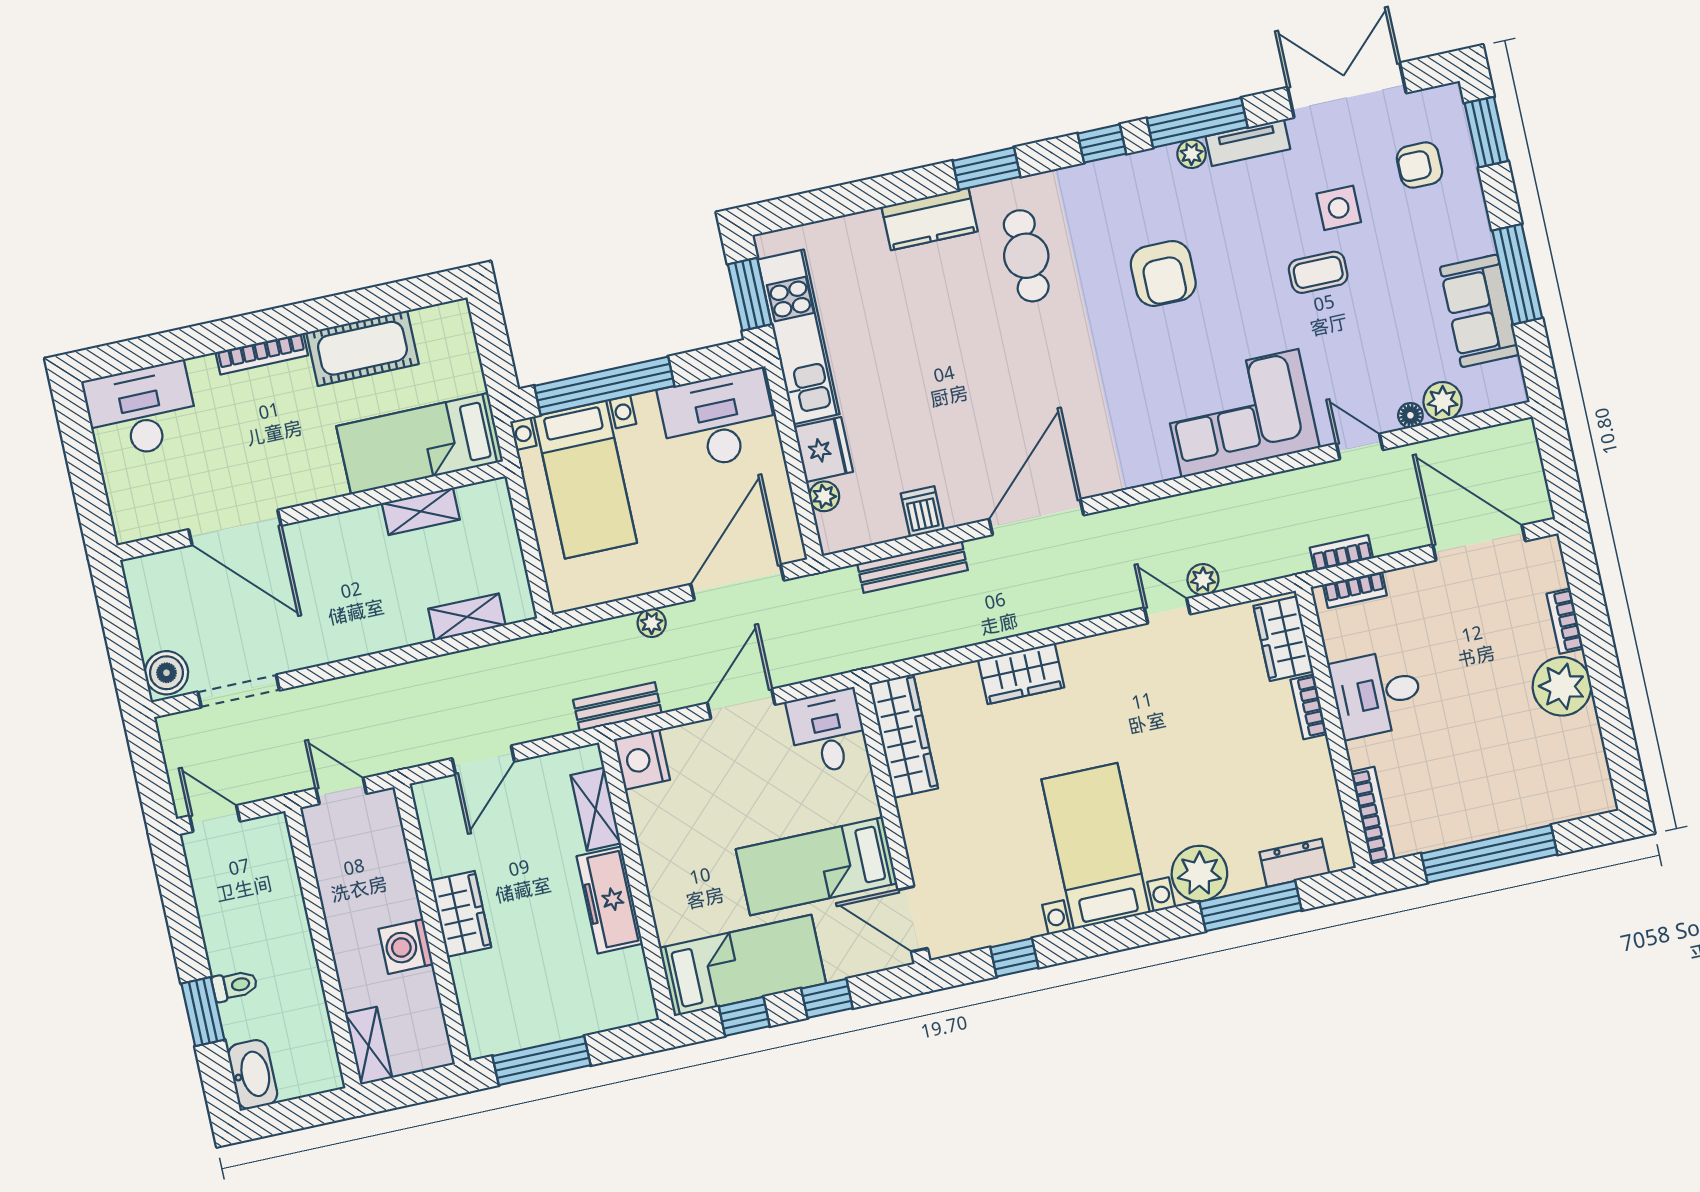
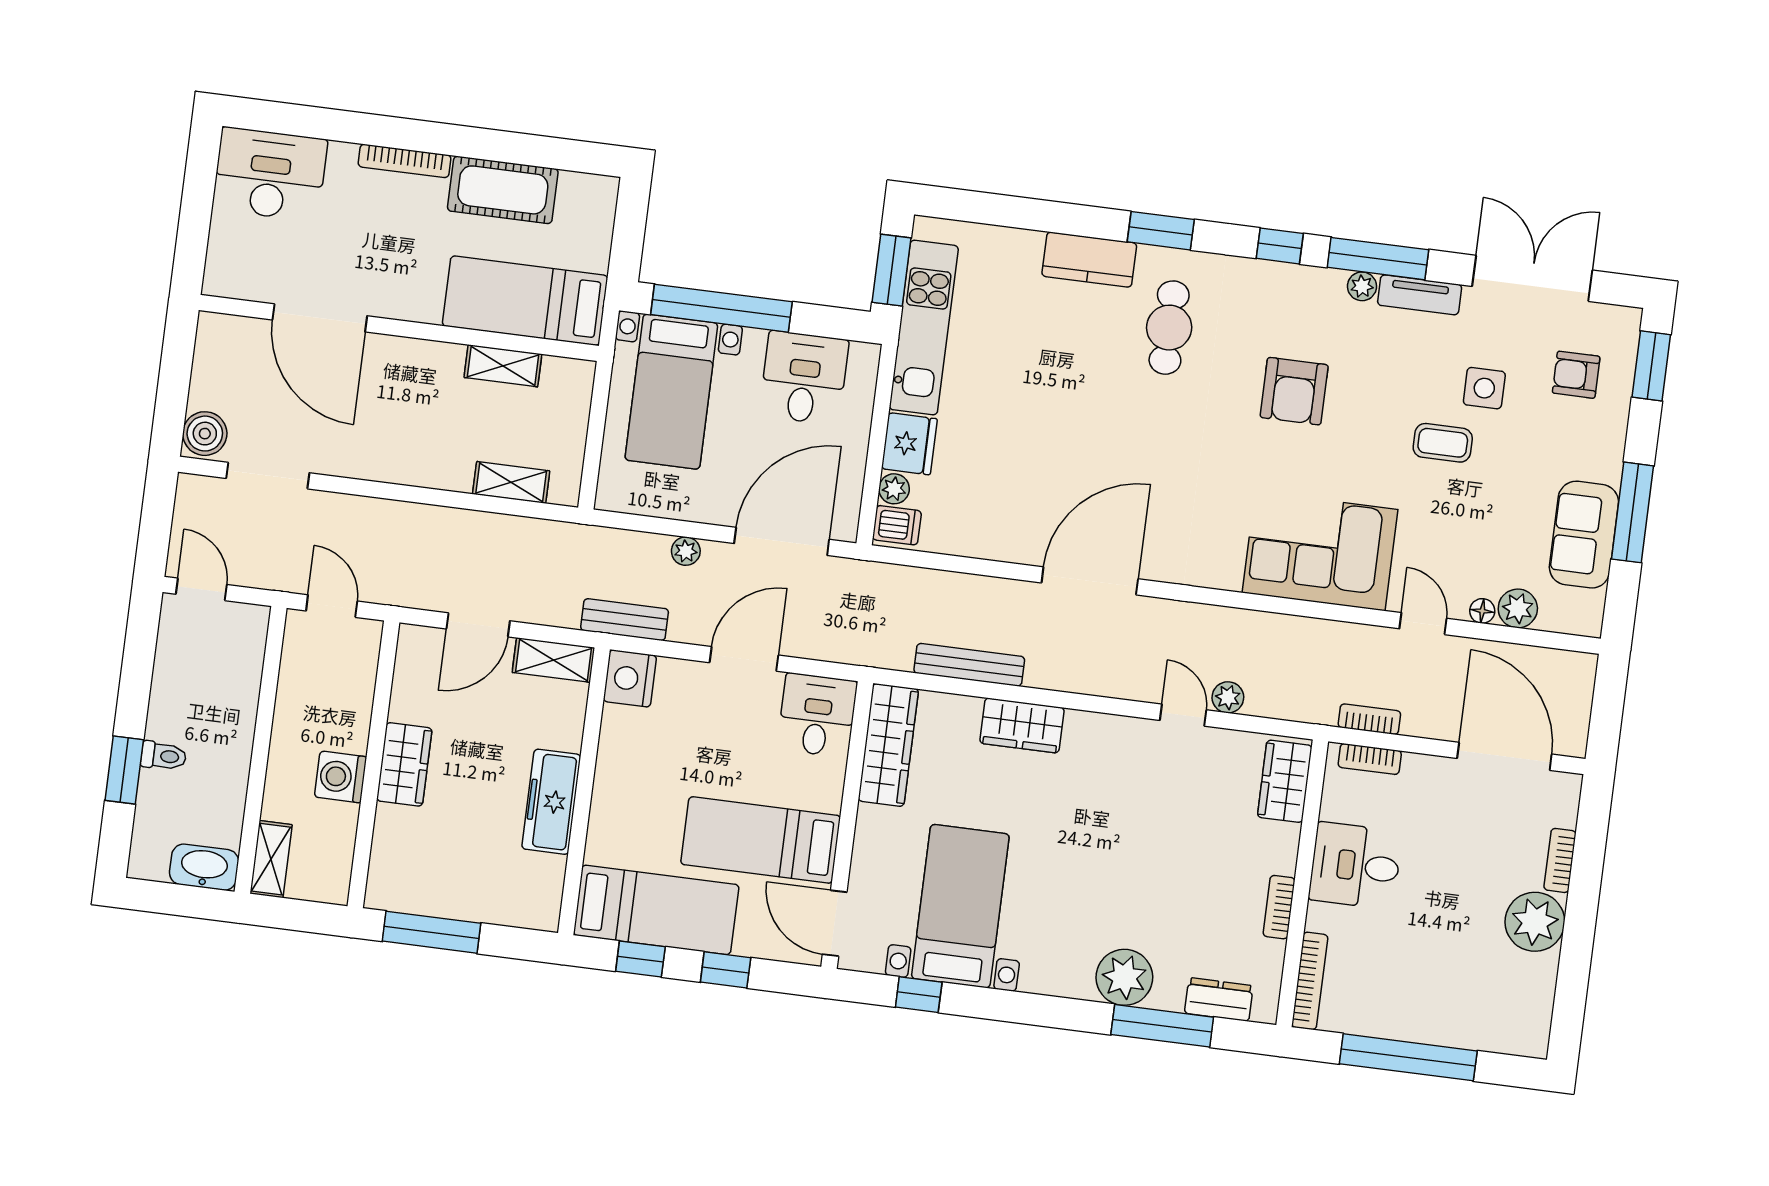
desk: (718, 420) -> (804, 378), width x0.73
dishwasher: (922, 512) -> (897, 525), moved, turned 90
bench: (913, 567) -> (969, 665), moved
bookcase: (1309, 707) -> (1279, 907), moved
shelving: (596, 809) -> (553, 660), moved, turned 90
bed with nightstands: (1096, 846) -> (960, 906), moved
washbasin: (253, 1074) -> (204, 867), moved, turned -90

